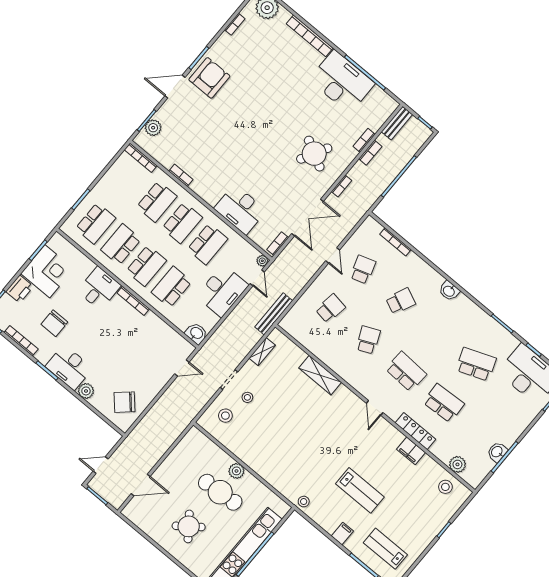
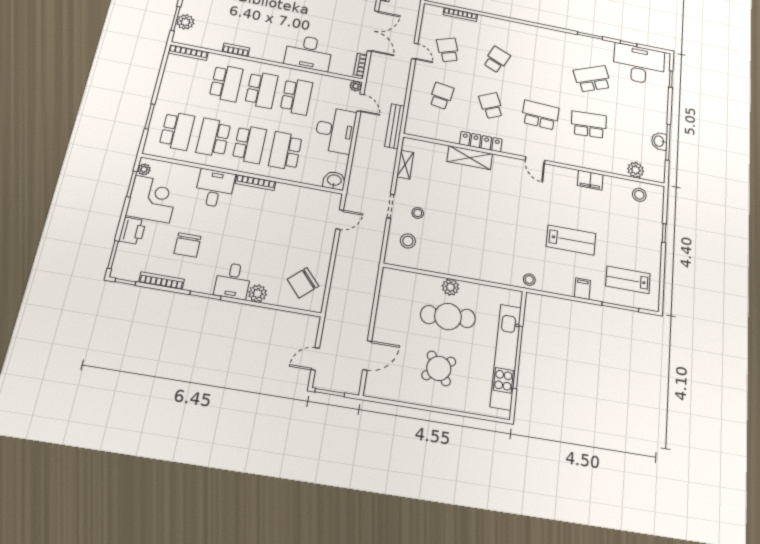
plant: (54, 243) -> (144, 169), added
washbasin: (449, 291) -> (530, 31), removed
desk: (69, 367) -> (233, 281), width x0.73
locker: (415, 431) -> (481, 142), moved

